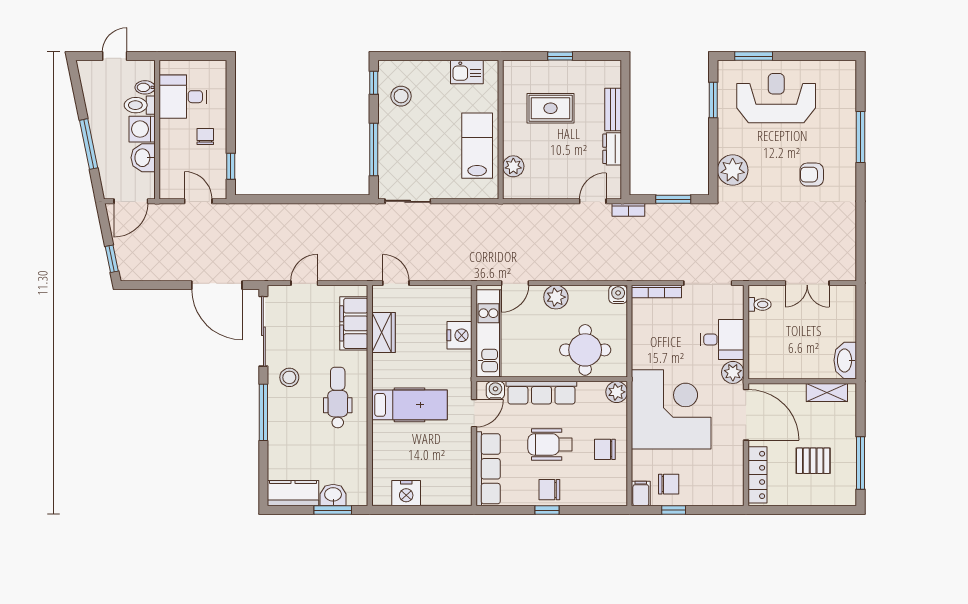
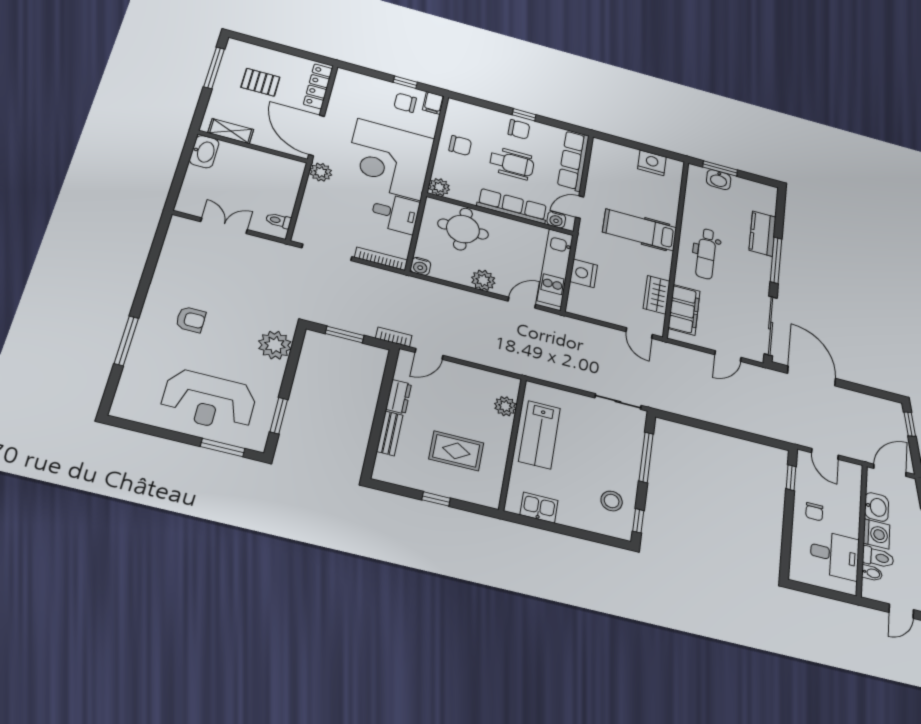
desk: (722, 340) -> (395, 213), moved, turned 180
stool: (289, 377) -> (750, 282), removed
kitchen counter: (293, 493) -> (763, 234), moved, turned 90

